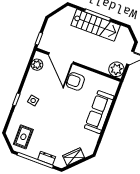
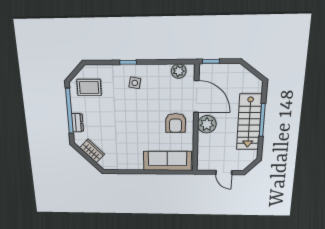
door: (61, 58) -> (196, 97), swing flipped
plant: (116, 69) -> (207, 124), moved
armchair: (75, 81) -> (176, 123), turned 180
sofa: (99, 112) -> (167, 161), moved

